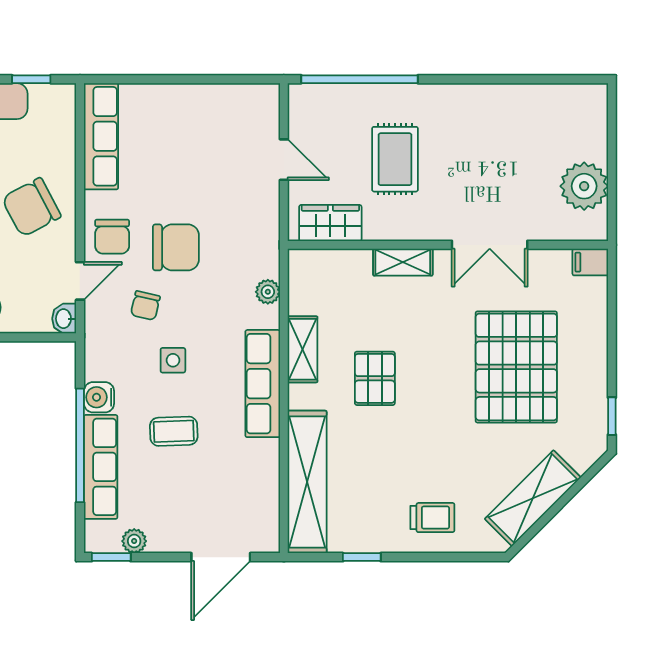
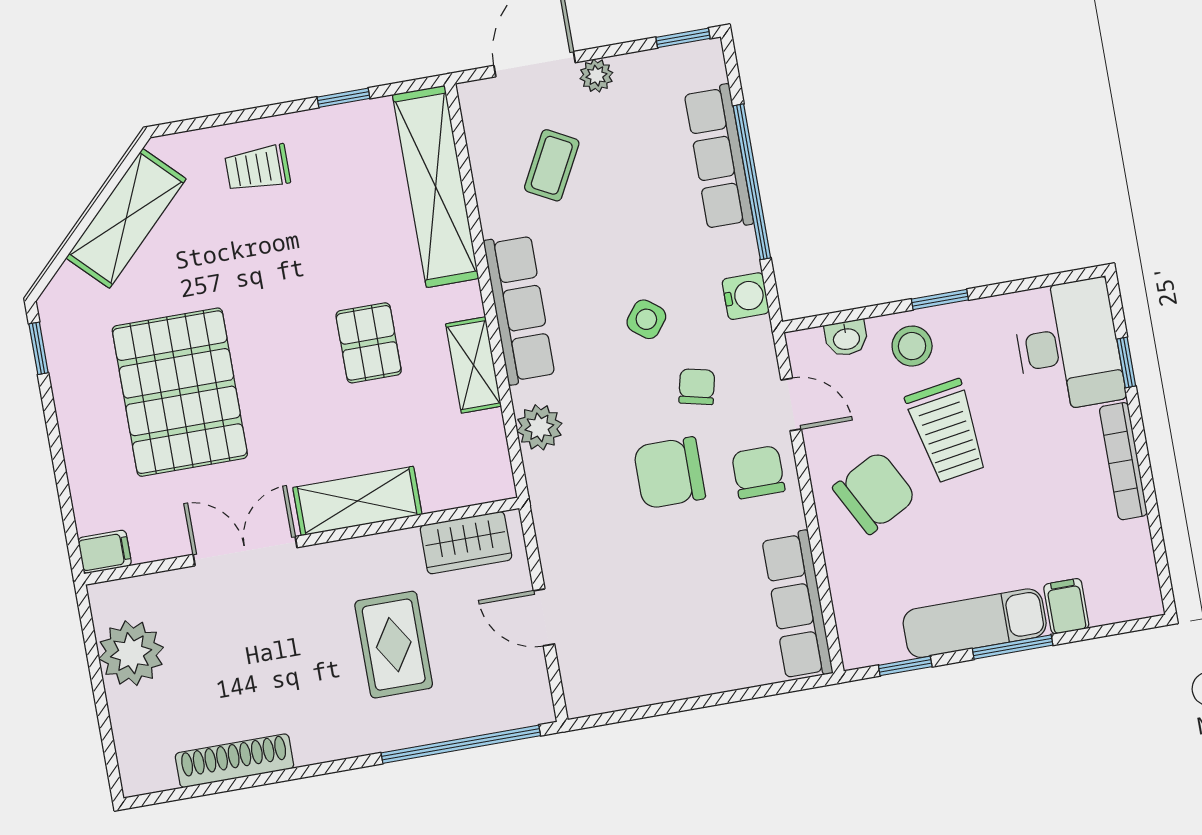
shoe rack: (524, 96) -> (234, 761), added
shelving: (403, 262) -> (357, 501), width x1.50, depth x1.33
door: (80, 281) -> (791, 404), swing flipped
plant: (268, 292) -> (539, 427), width x1.38, depth x1.38
washbasin: (64, 319) -> (846, 338), moved, turned 90
side table: (173, 360) -> (646, 319), turned 38
water cooler: (99, 397) -> (746, 296), moved
coffee table: (174, 431) -> (552, 165), moved, turned -60
plant: (134, 541) -> (596, 76), moved

